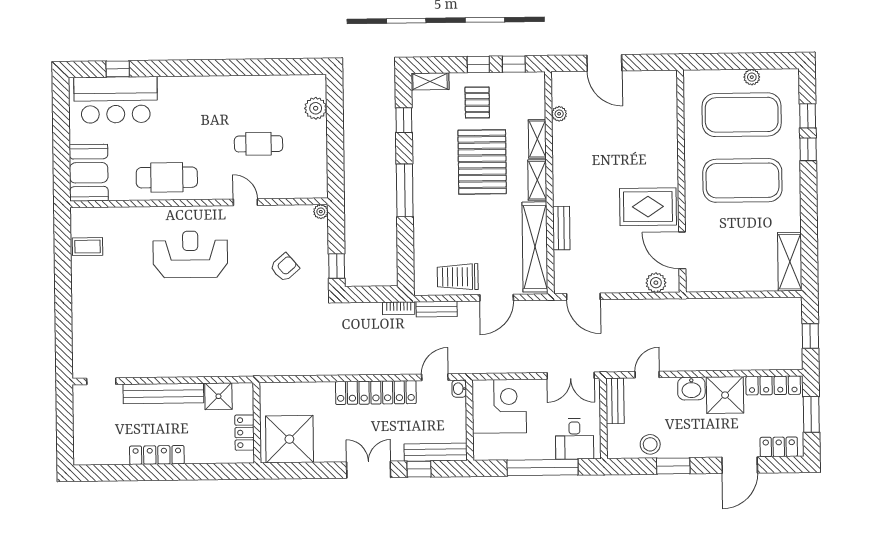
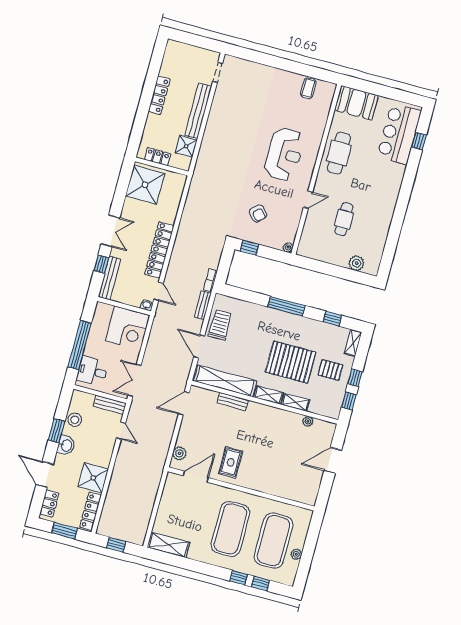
rug: (648, 207) -> (231, 462), width x0.73, depth x0.70
washbasin: (691, 389) -> (66, 445), moved, turned 180

